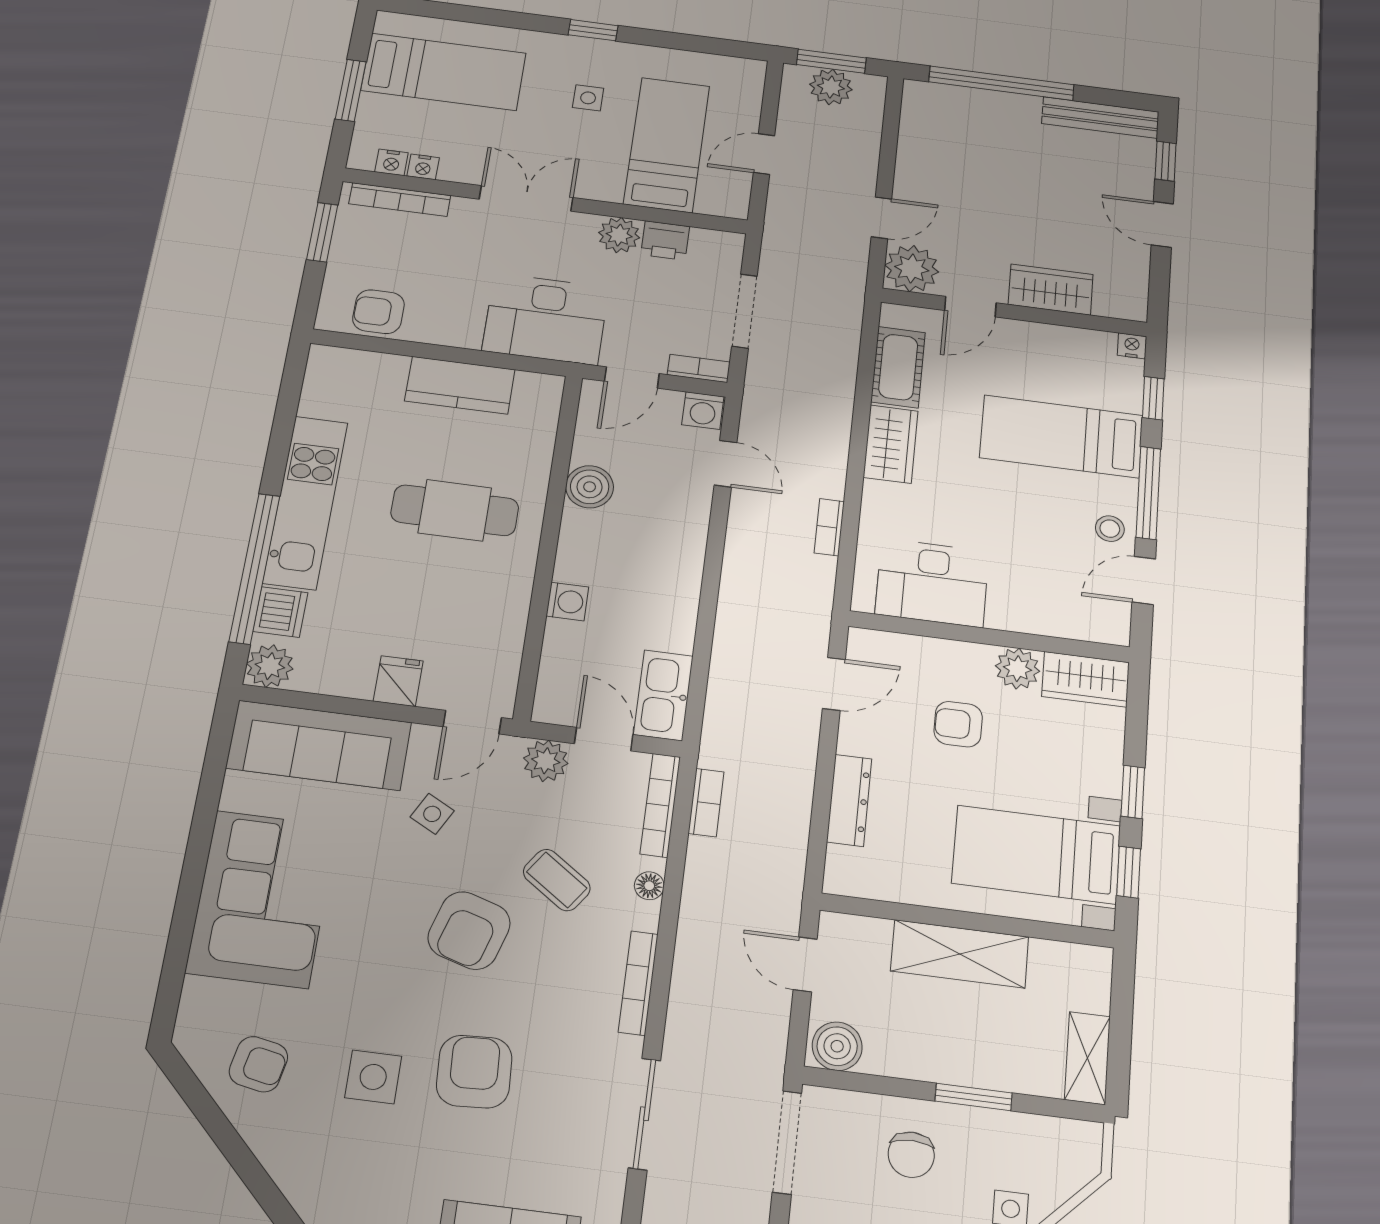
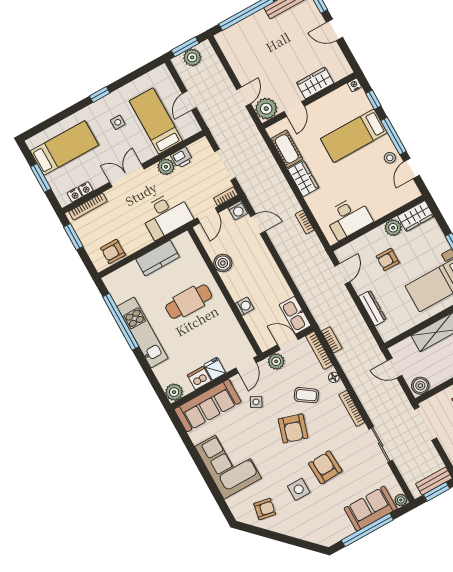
window: (255, 568) -> (121, 322), moved
dishwasher: (280, 612) -> (199, 378), moved, turned -90

